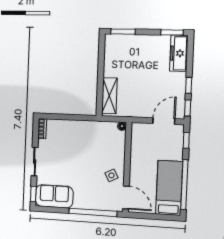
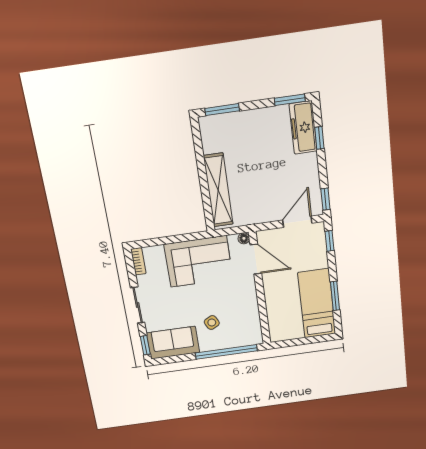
window: (189, 85) -> (319, 138), moved
shelving: (109, 96) -> (218, 190), width x1.47
corner sofa: (85, 137) -> (198, 261), added
side table: (111, 175) -> (212, 322), moved
window: (184, 185) -> (335, 296), width x0.47
door: (126, 198) -> (256, 259), moved

